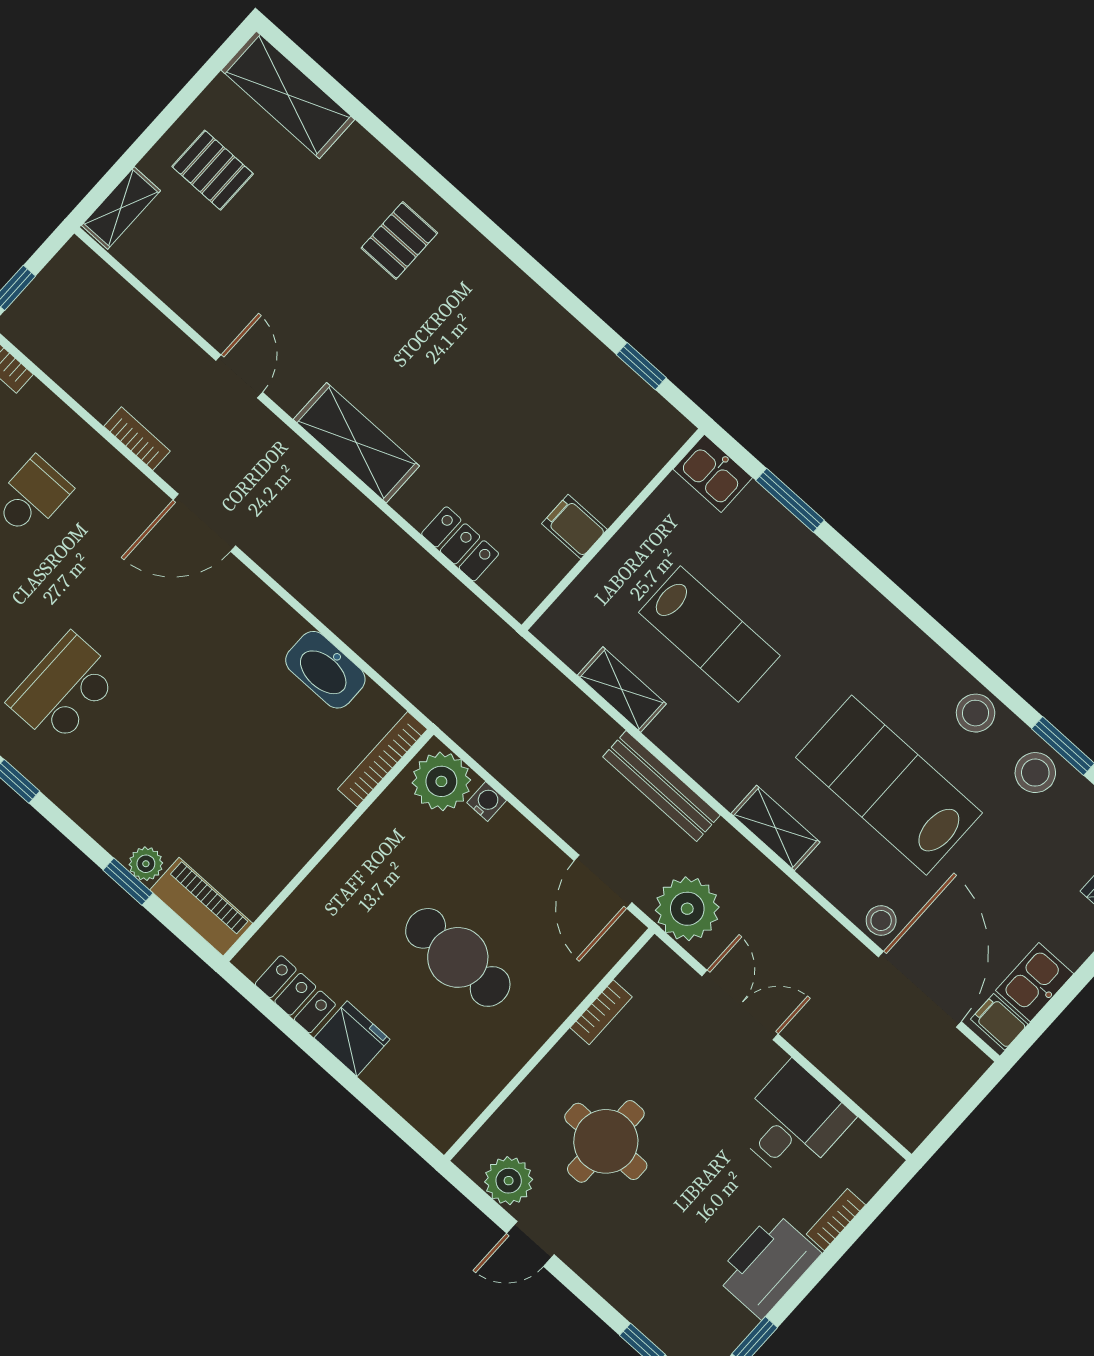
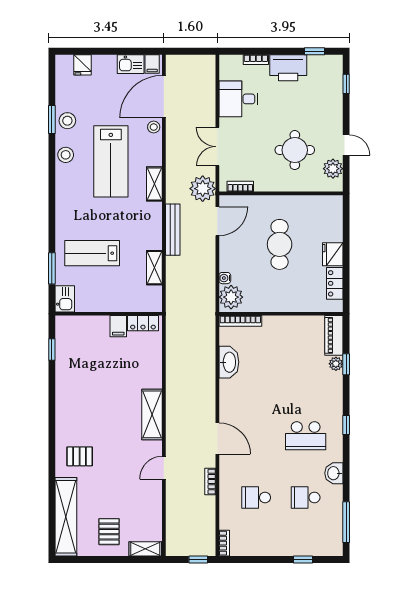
shelving: (288, 95) -> (66, 517), width x1.47
locker: (460, 544) -> (143, 323), moved, turned -90
lab bench: (709, 634) -> (92, 253), moved, turned -90
bookcase: (601, 1012) -> (240, 186), moved

